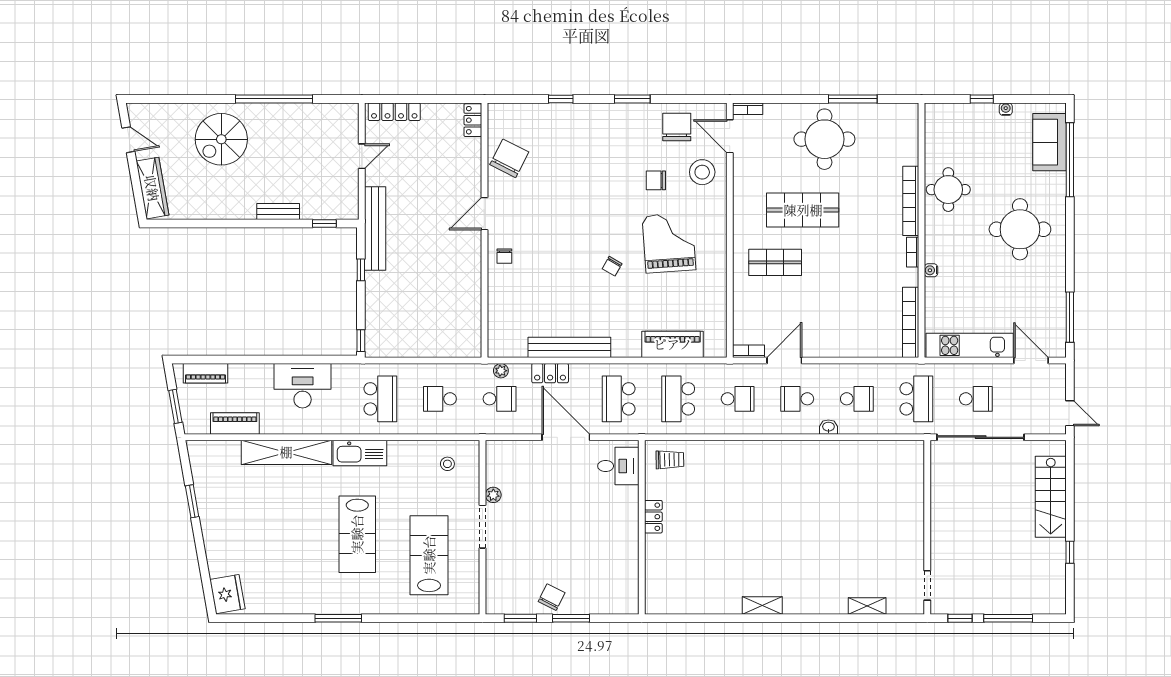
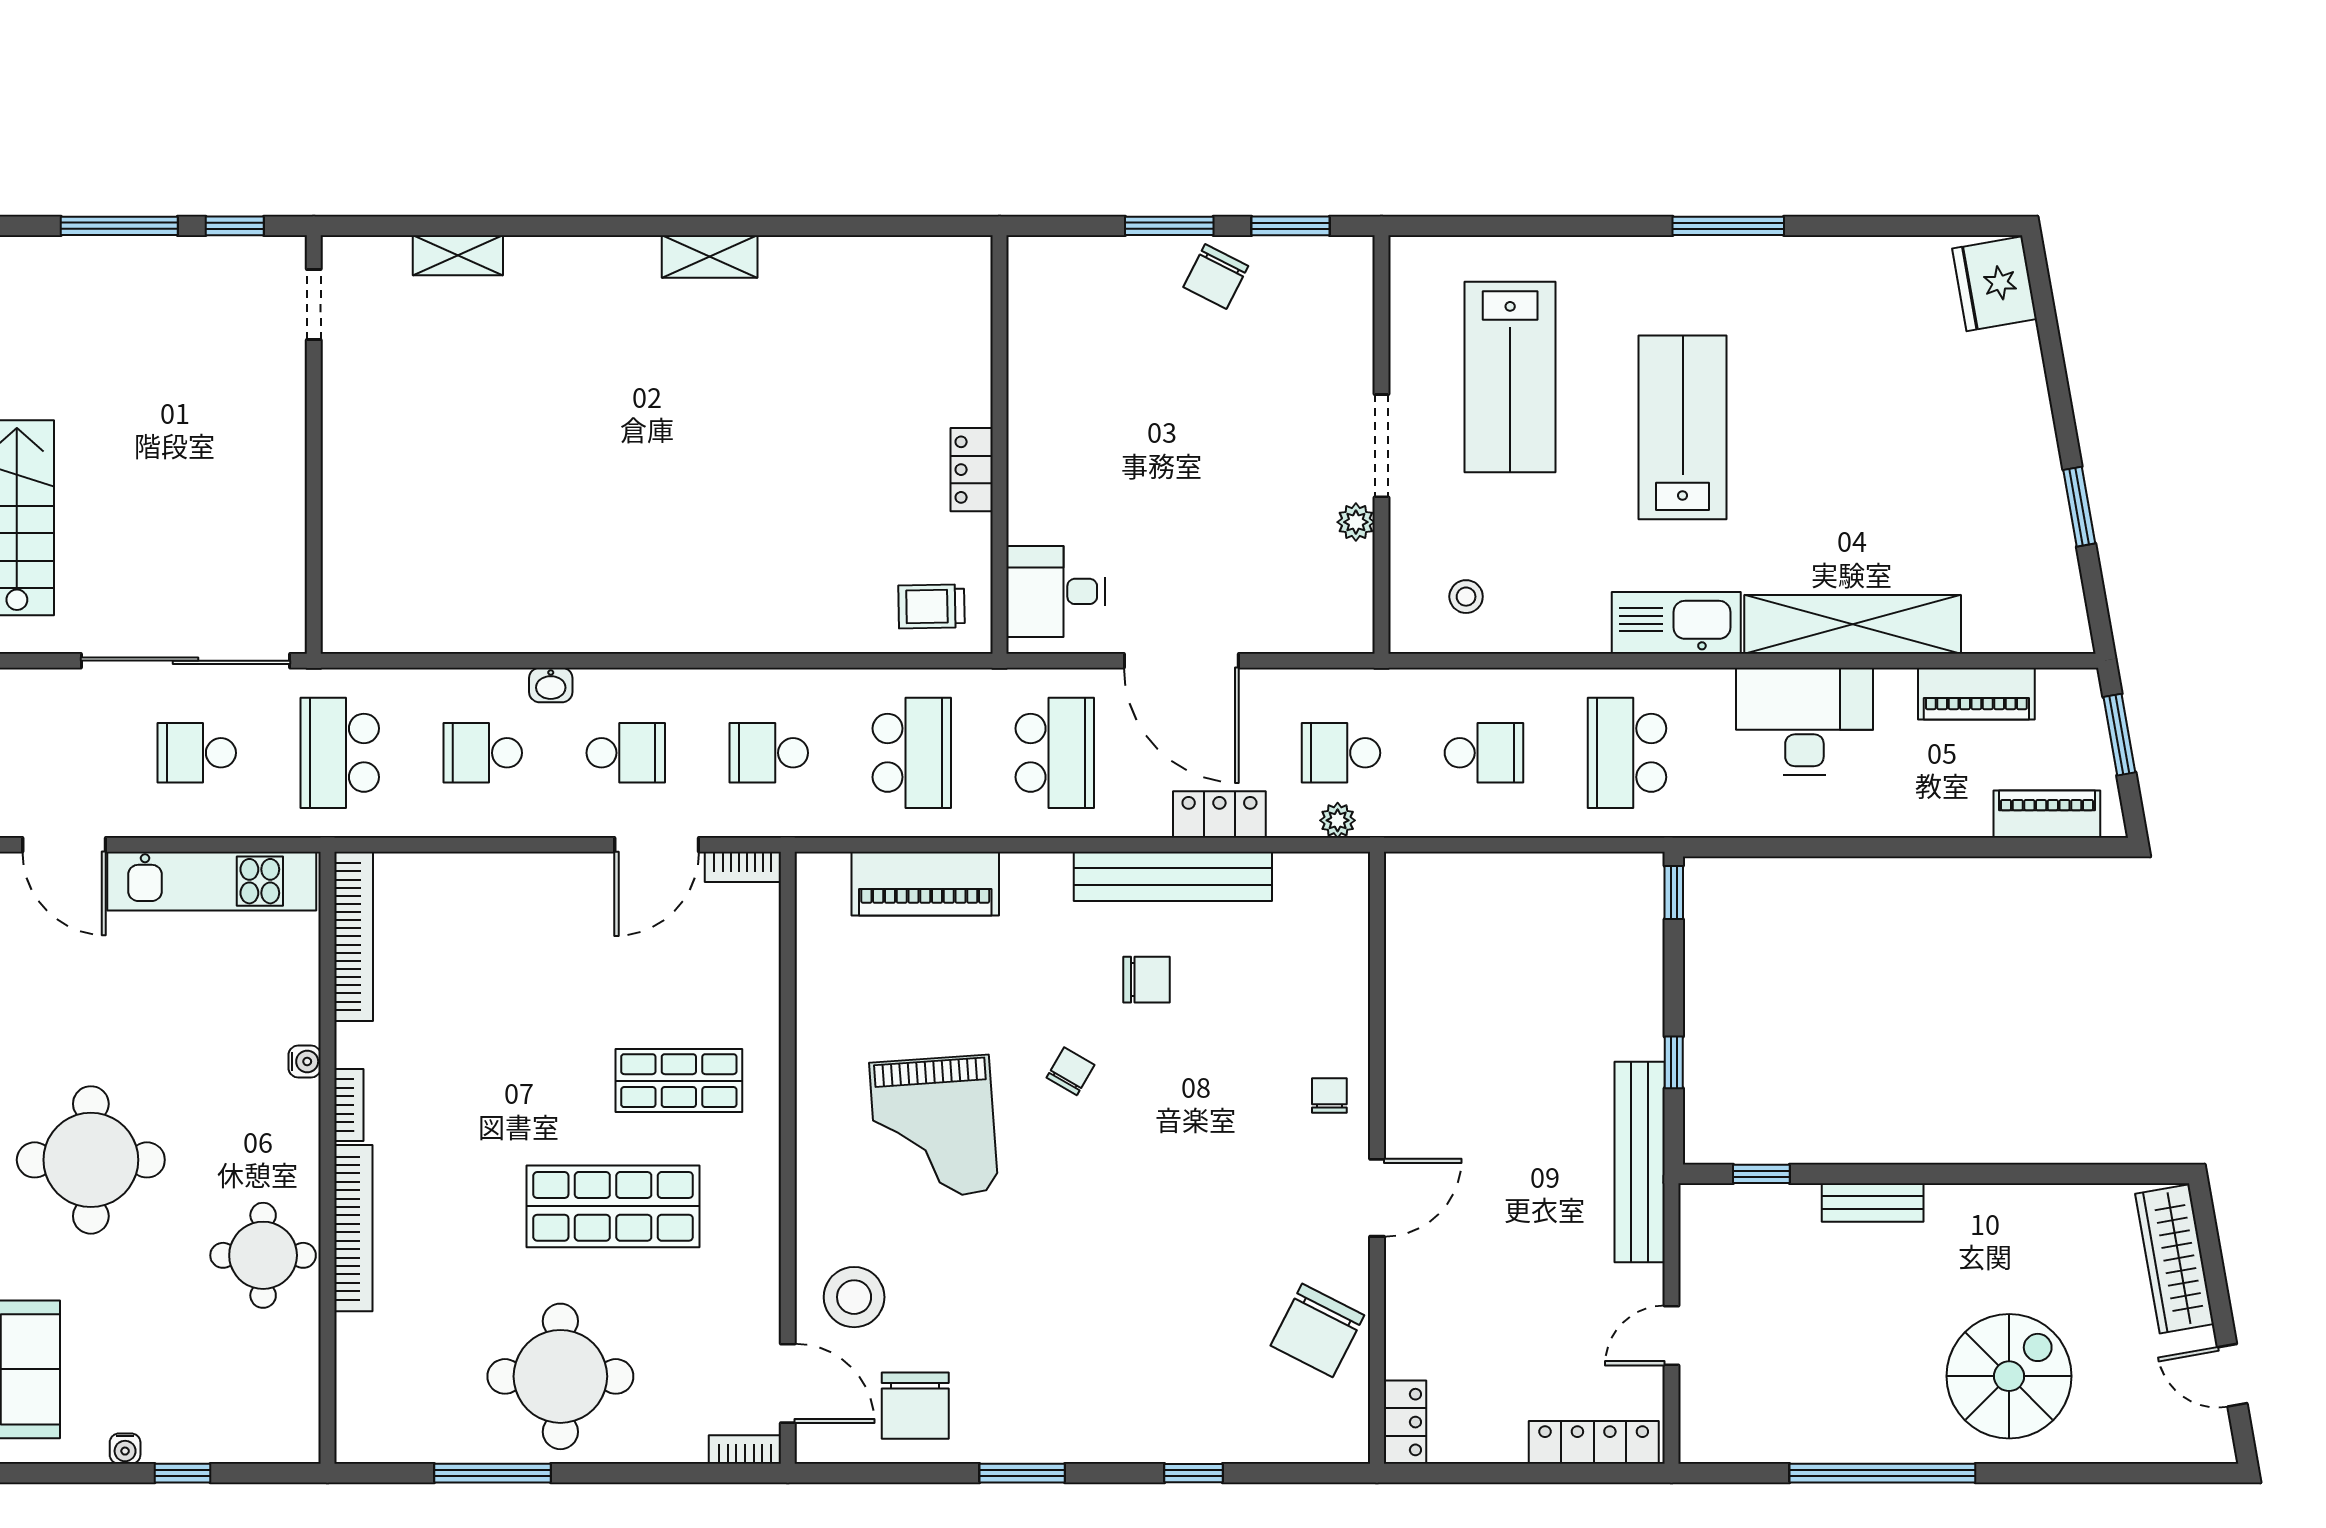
chair: (656, 180) -> (1147, 980), moved
desk: (303, 386) -> (1804, 721), moved, turned 180

